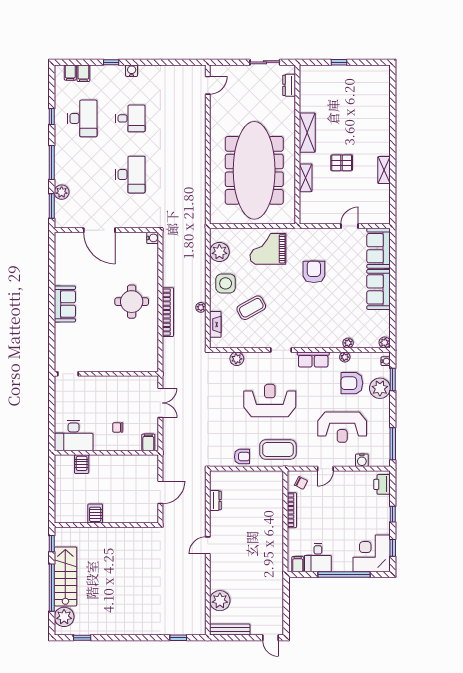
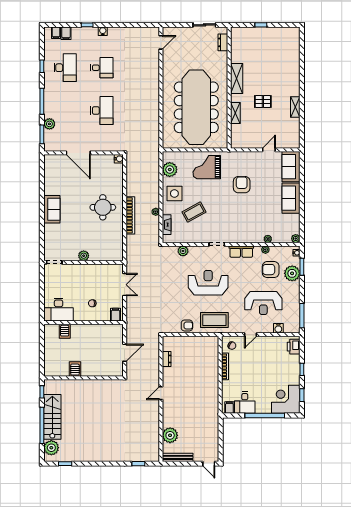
plant: (107, 365) -> (84, 256), added

